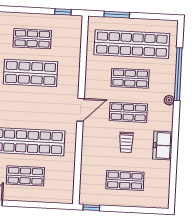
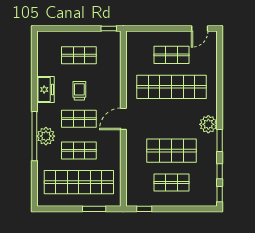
window: (178, 74) -> (34, 136), moved
plant: (169, 100) -> (46, 136), width x1.88, depth x1.88

